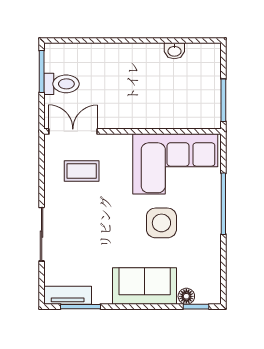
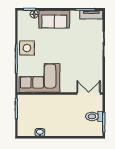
double door: (73, 131) -> (89, 94), swing flipped
coffee table: (82, 171) -> (85, 74), removed
side table: (161, 223) -> (27, 48), moved

